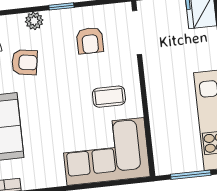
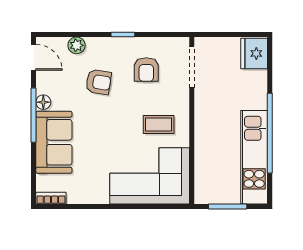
plant: (34, 21) -> (77, 45), moved
armchair: (24, 62) -> (98, 82), moved

